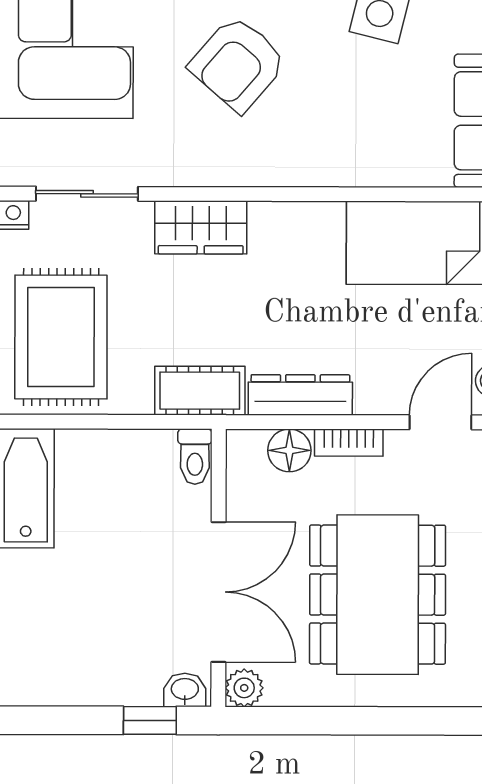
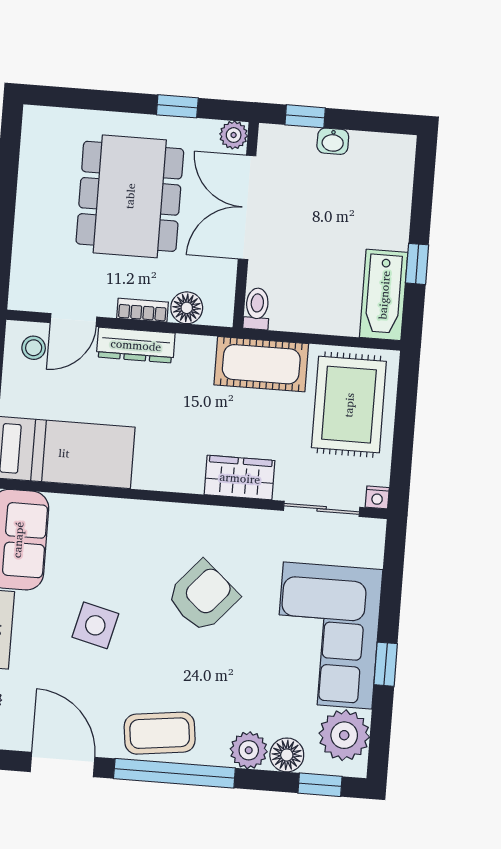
cot: (200, 391) -> (261, 364), width x1.37, depth x1.34
dresser: (300, 395) -> (136, 345), moved
washbasin: (185, 690) -> (333, 141), moved
window: (323, 721) -> (177, 106), added

